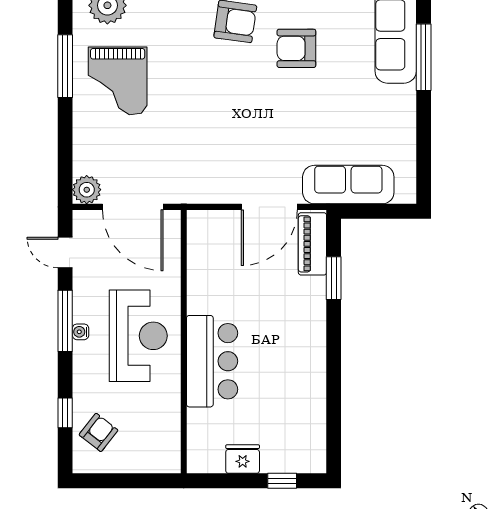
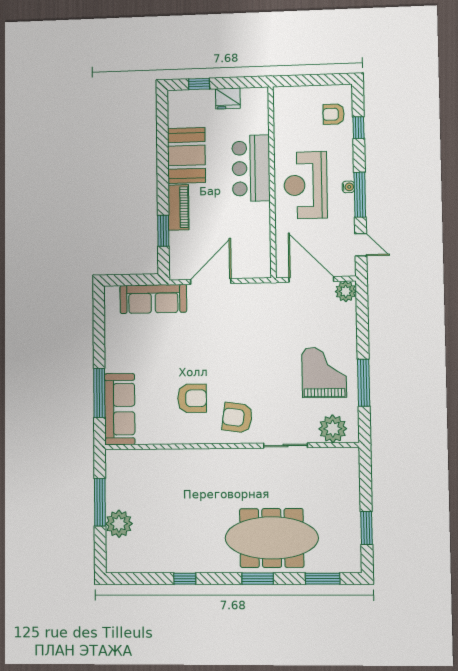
piano: (312, 244) -> (178, 207), moved
booth: (301, 382) -> (186, 155), added
armchair: (98, 432) -> (334, 114), turned 52

